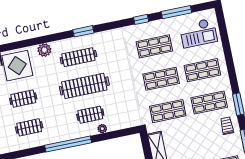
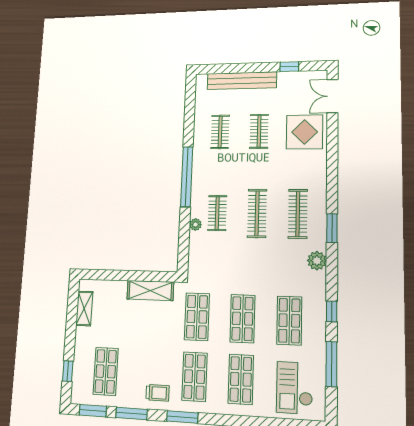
plant: (44, 50) -> (317, 261), moved
clothes rail: (84, 86) -> (257, 213), width x0.73, depth x0.76

